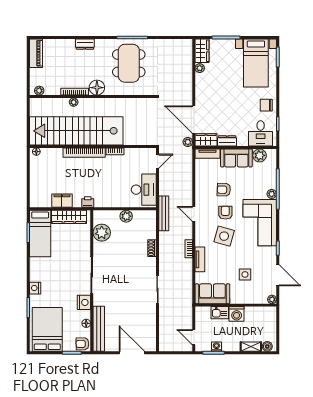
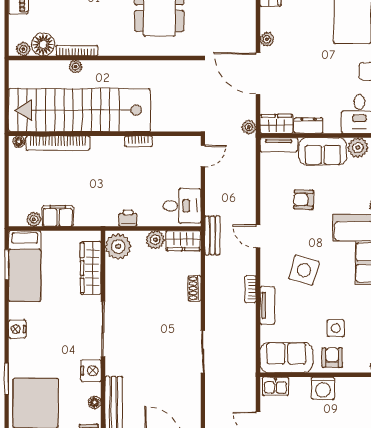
plant: (200, 68) -> (267, 39), moved
floor lamp: (97, 88) -> (43, 44), moved
door: (194, 120) -> (258, 74), moved
bookcase: (84, 153) -> (58, 143), moved
desk: (144, 190) -> (182, 206), width x0.73
printer: (88, 202) -> (128, 218), moved
plant: (46, 203) -> (34, 219), added
bench: (164, 213) -> (212, 235), width x0.73
armchair: (225, 213) -> (332, 358), moved
wardrobe: (69, 217) -> (91, 268), moved, turned 90
wardrobe: (145, 217) -> (183, 241), added
plant: (102, 233) -> (118, 246), moved
nightstand: (35, 288) -> (17, 329), moved
kitchen sink: (220, 313) -> (275, 386), moved

